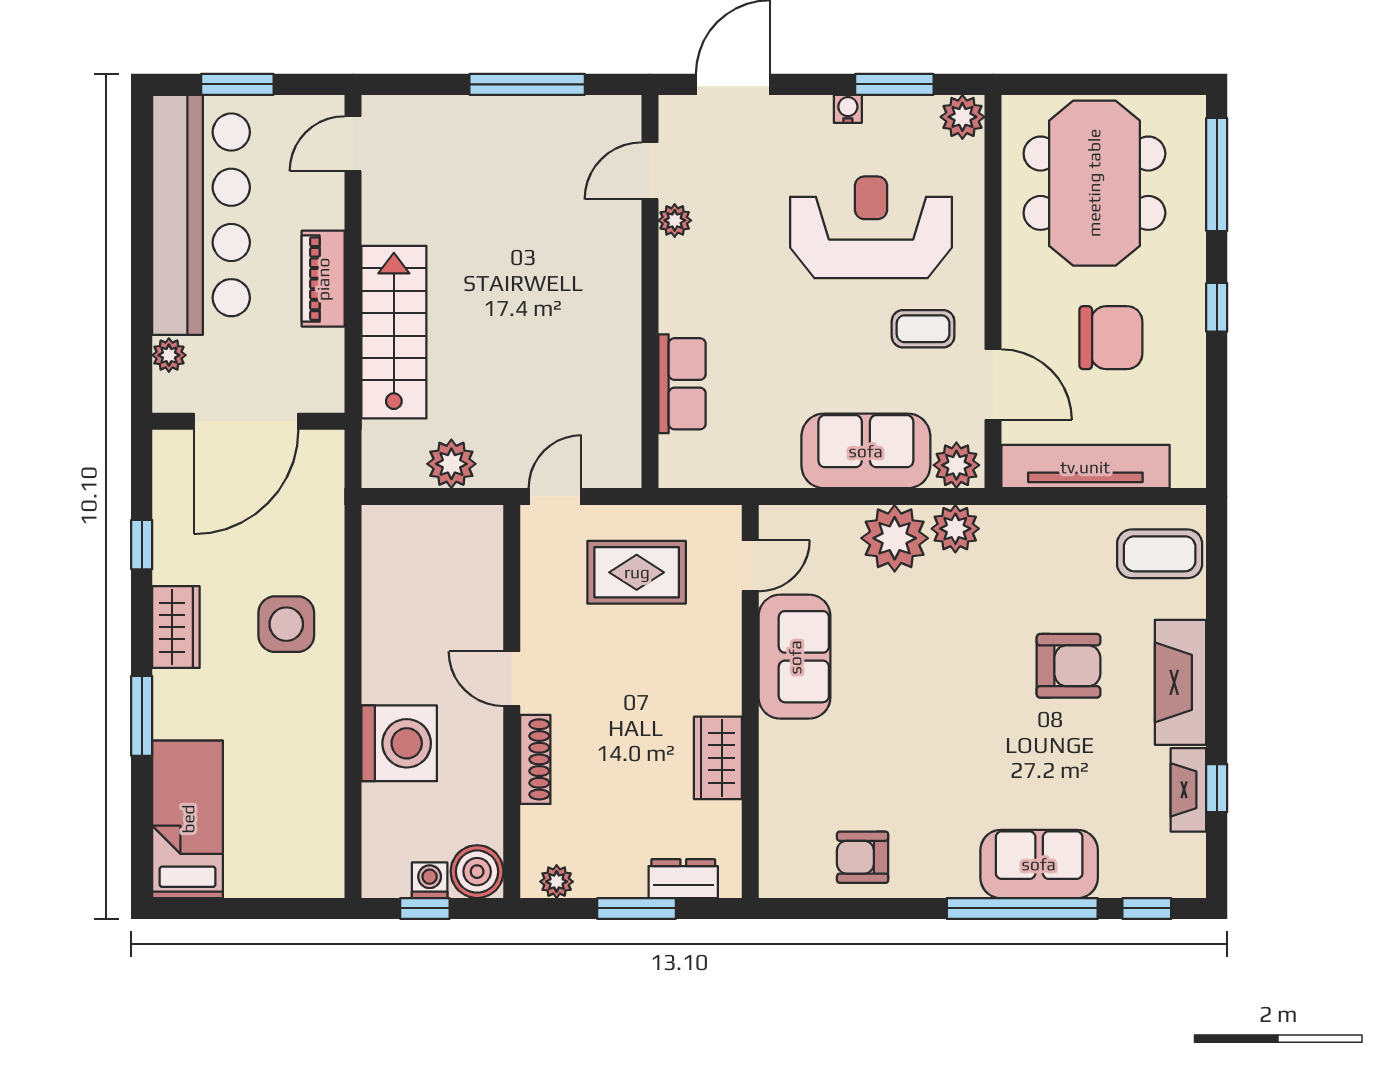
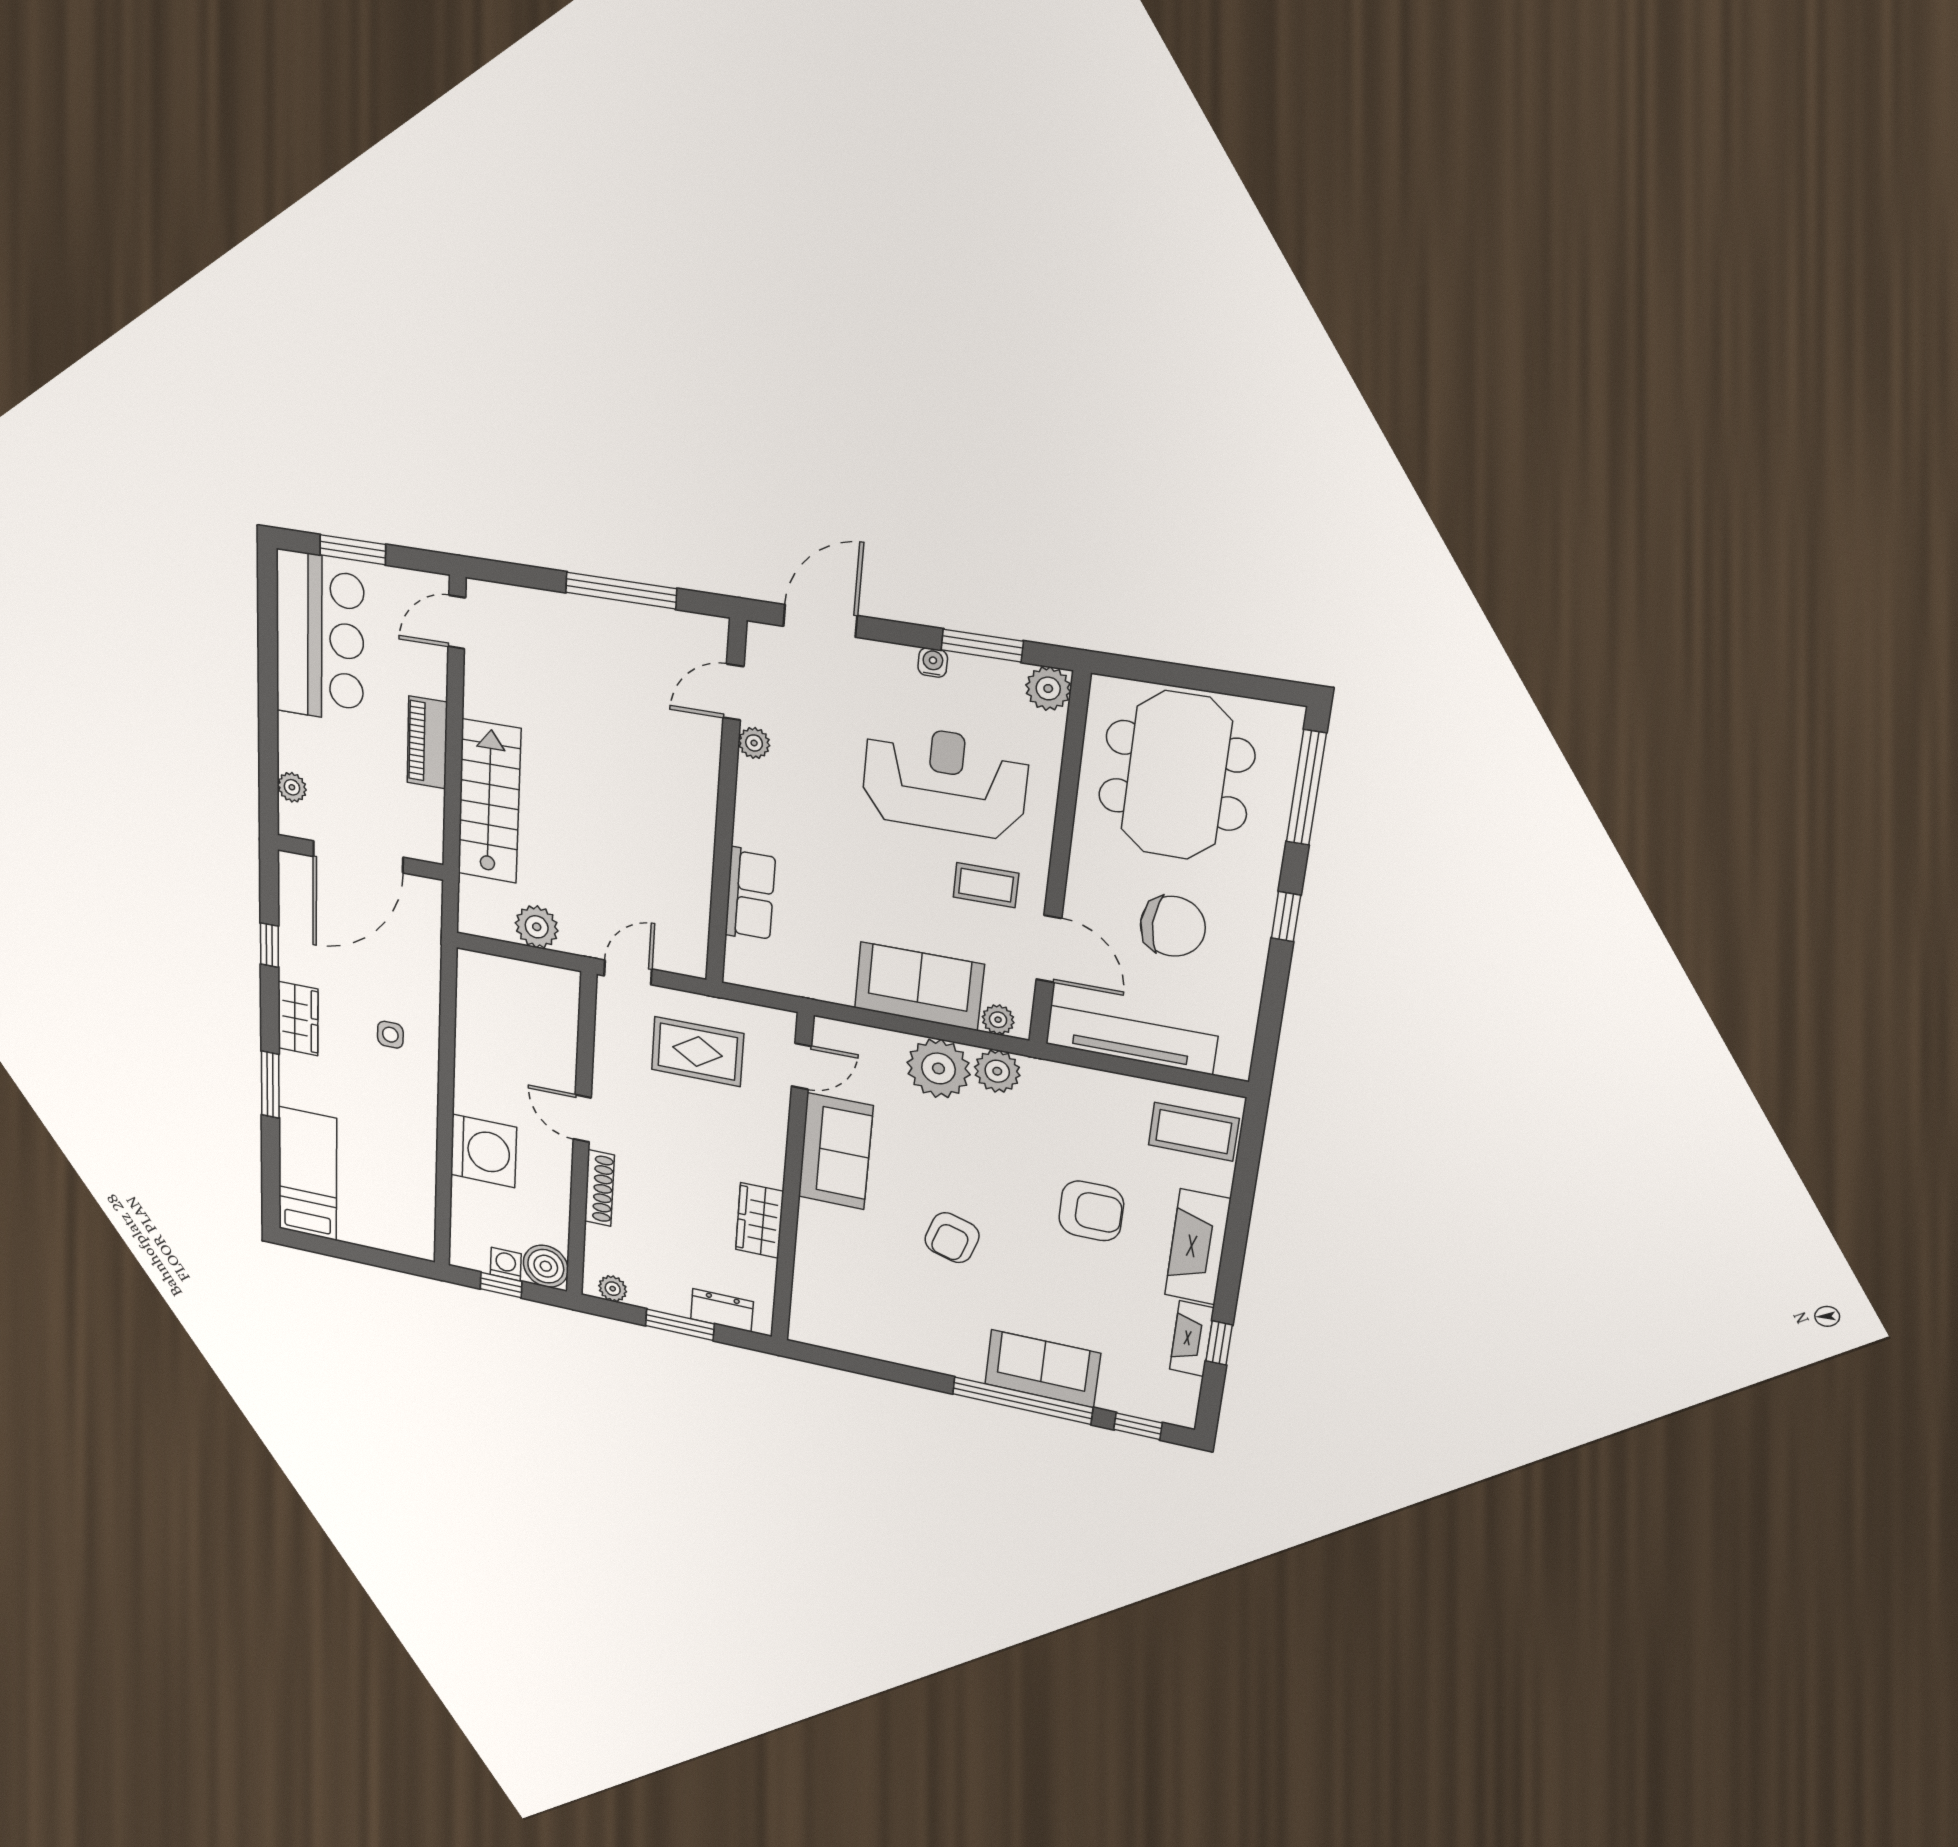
bar counter: (201, 215) -> (320, 637), width x0.73
plant: (956, 465) -> (998, 1020), width x0.73, depth x0.73
side table: (286, 624) -> (390, 1035), width x0.54, depth x0.54
armchair: (863, 857) -> (952, 1238), moved, turned -73

